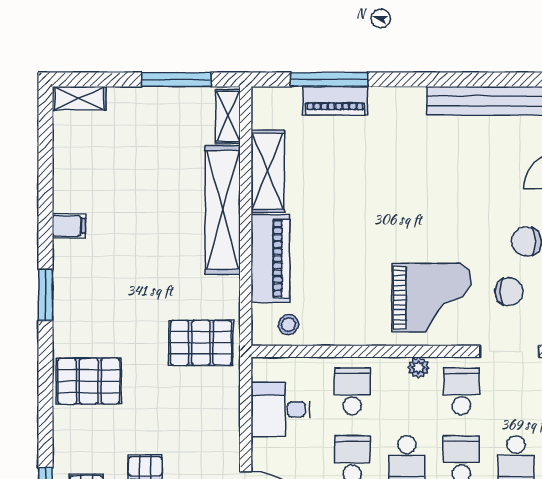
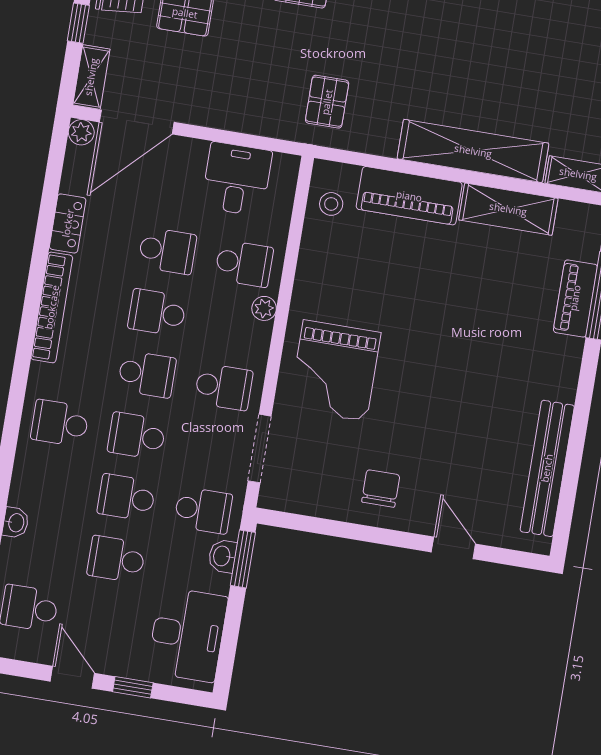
chair: (509, 292) -> (327, 459), removed
pallet: (201, 343) -> (327, 102), width x0.67, depth x0.71
plant: (418, 367) -> (264, 308), moved

